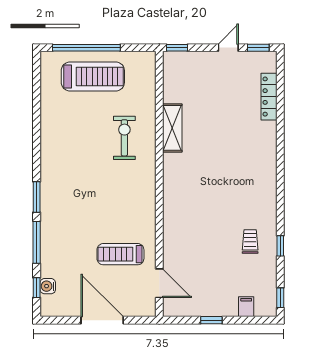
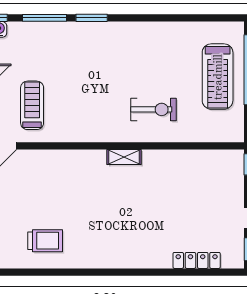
shelving: (172, 128) -> (124, 157), moved, width x0.67, depth x0.75
trolley: (250, 242) -> (45, 241), width x1.36, depth x1.39
window: (280, 246) -> (41, 272), removed

